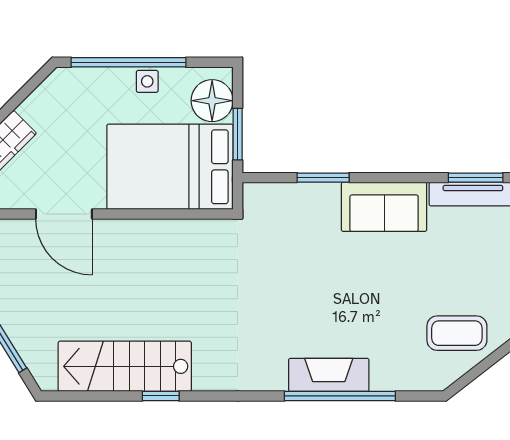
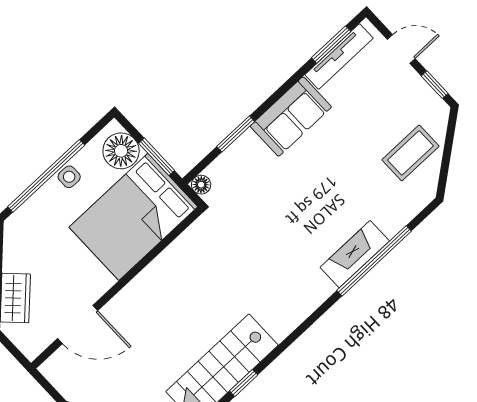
floor lamp: (253, 193) -> (201, 185), added
door: (64, 214) -> (78, 325), moved
window: (161, 396) -> (244, 383), moved

